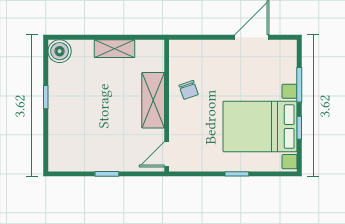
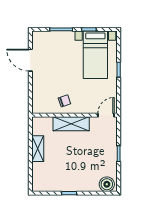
boiler: (60, 51) -> (107, 184), moved
bed with nightstands: (260, 126) -> (95, 55), width x0.73
door: (167, 154) -> (106, 115), swing flipped

